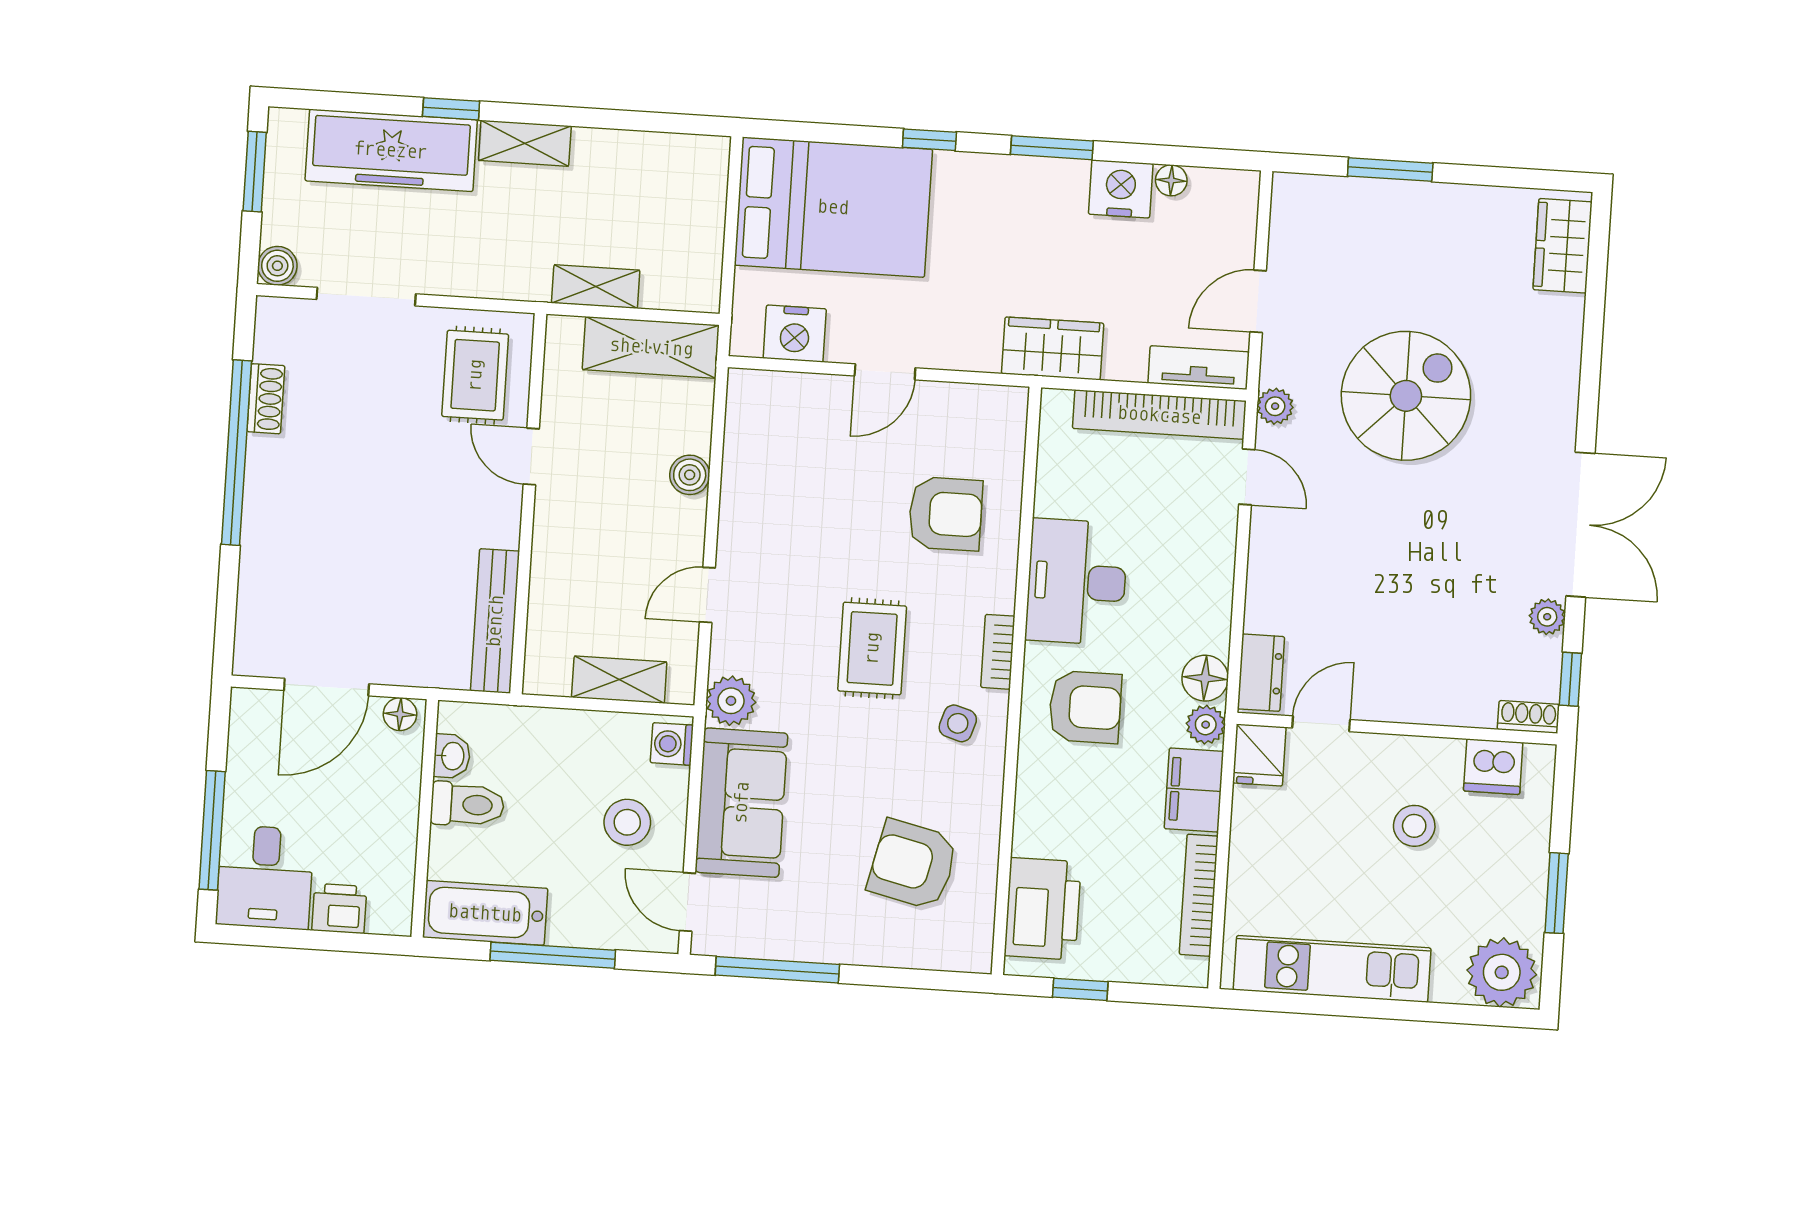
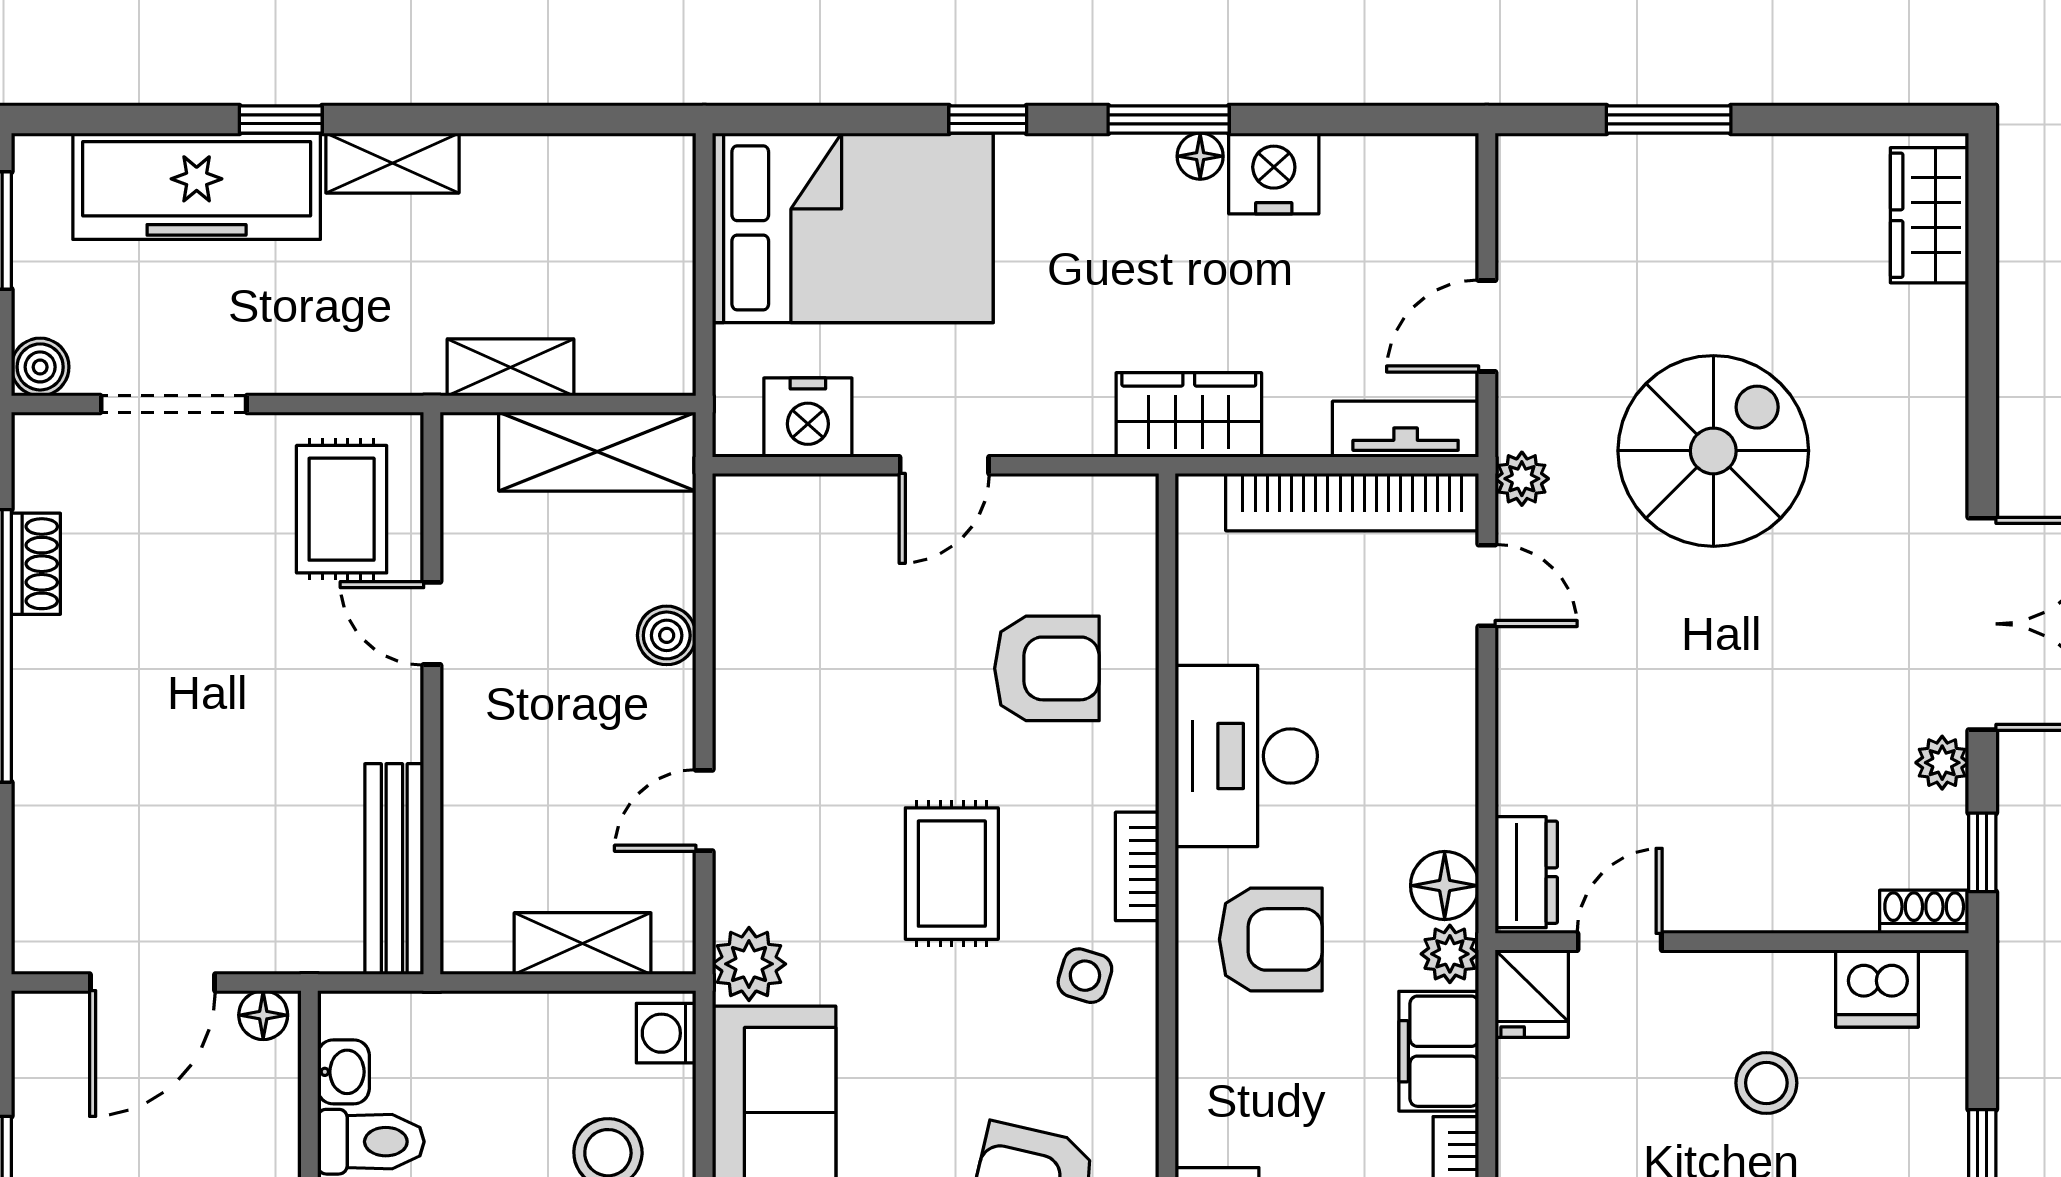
floor lamp: (1171, 180) -> (1200, 156), moved

